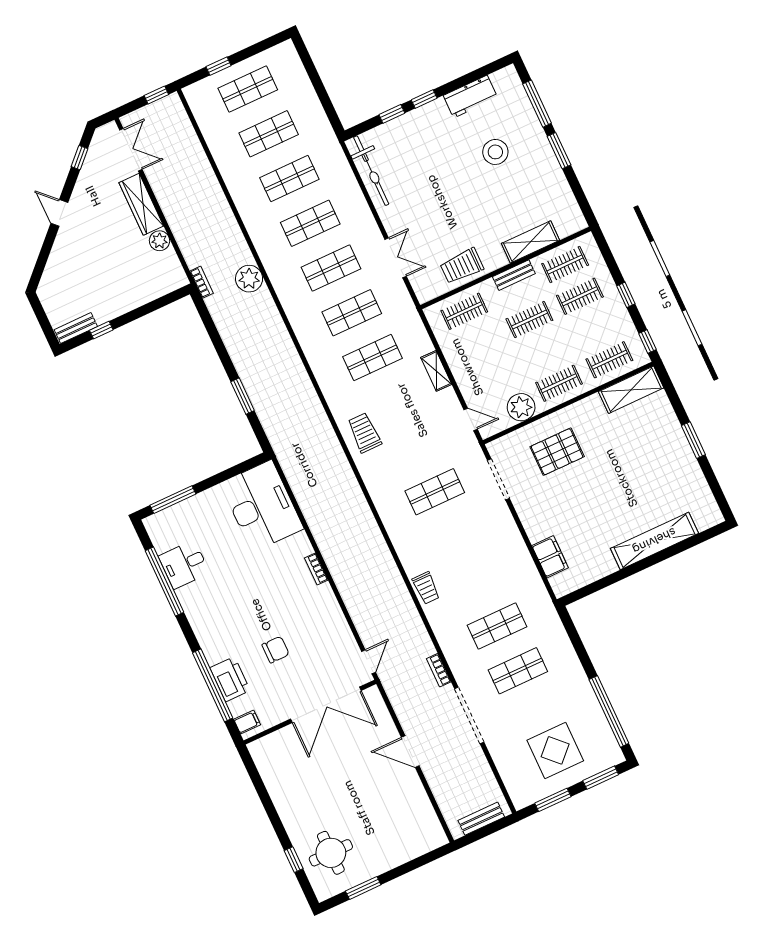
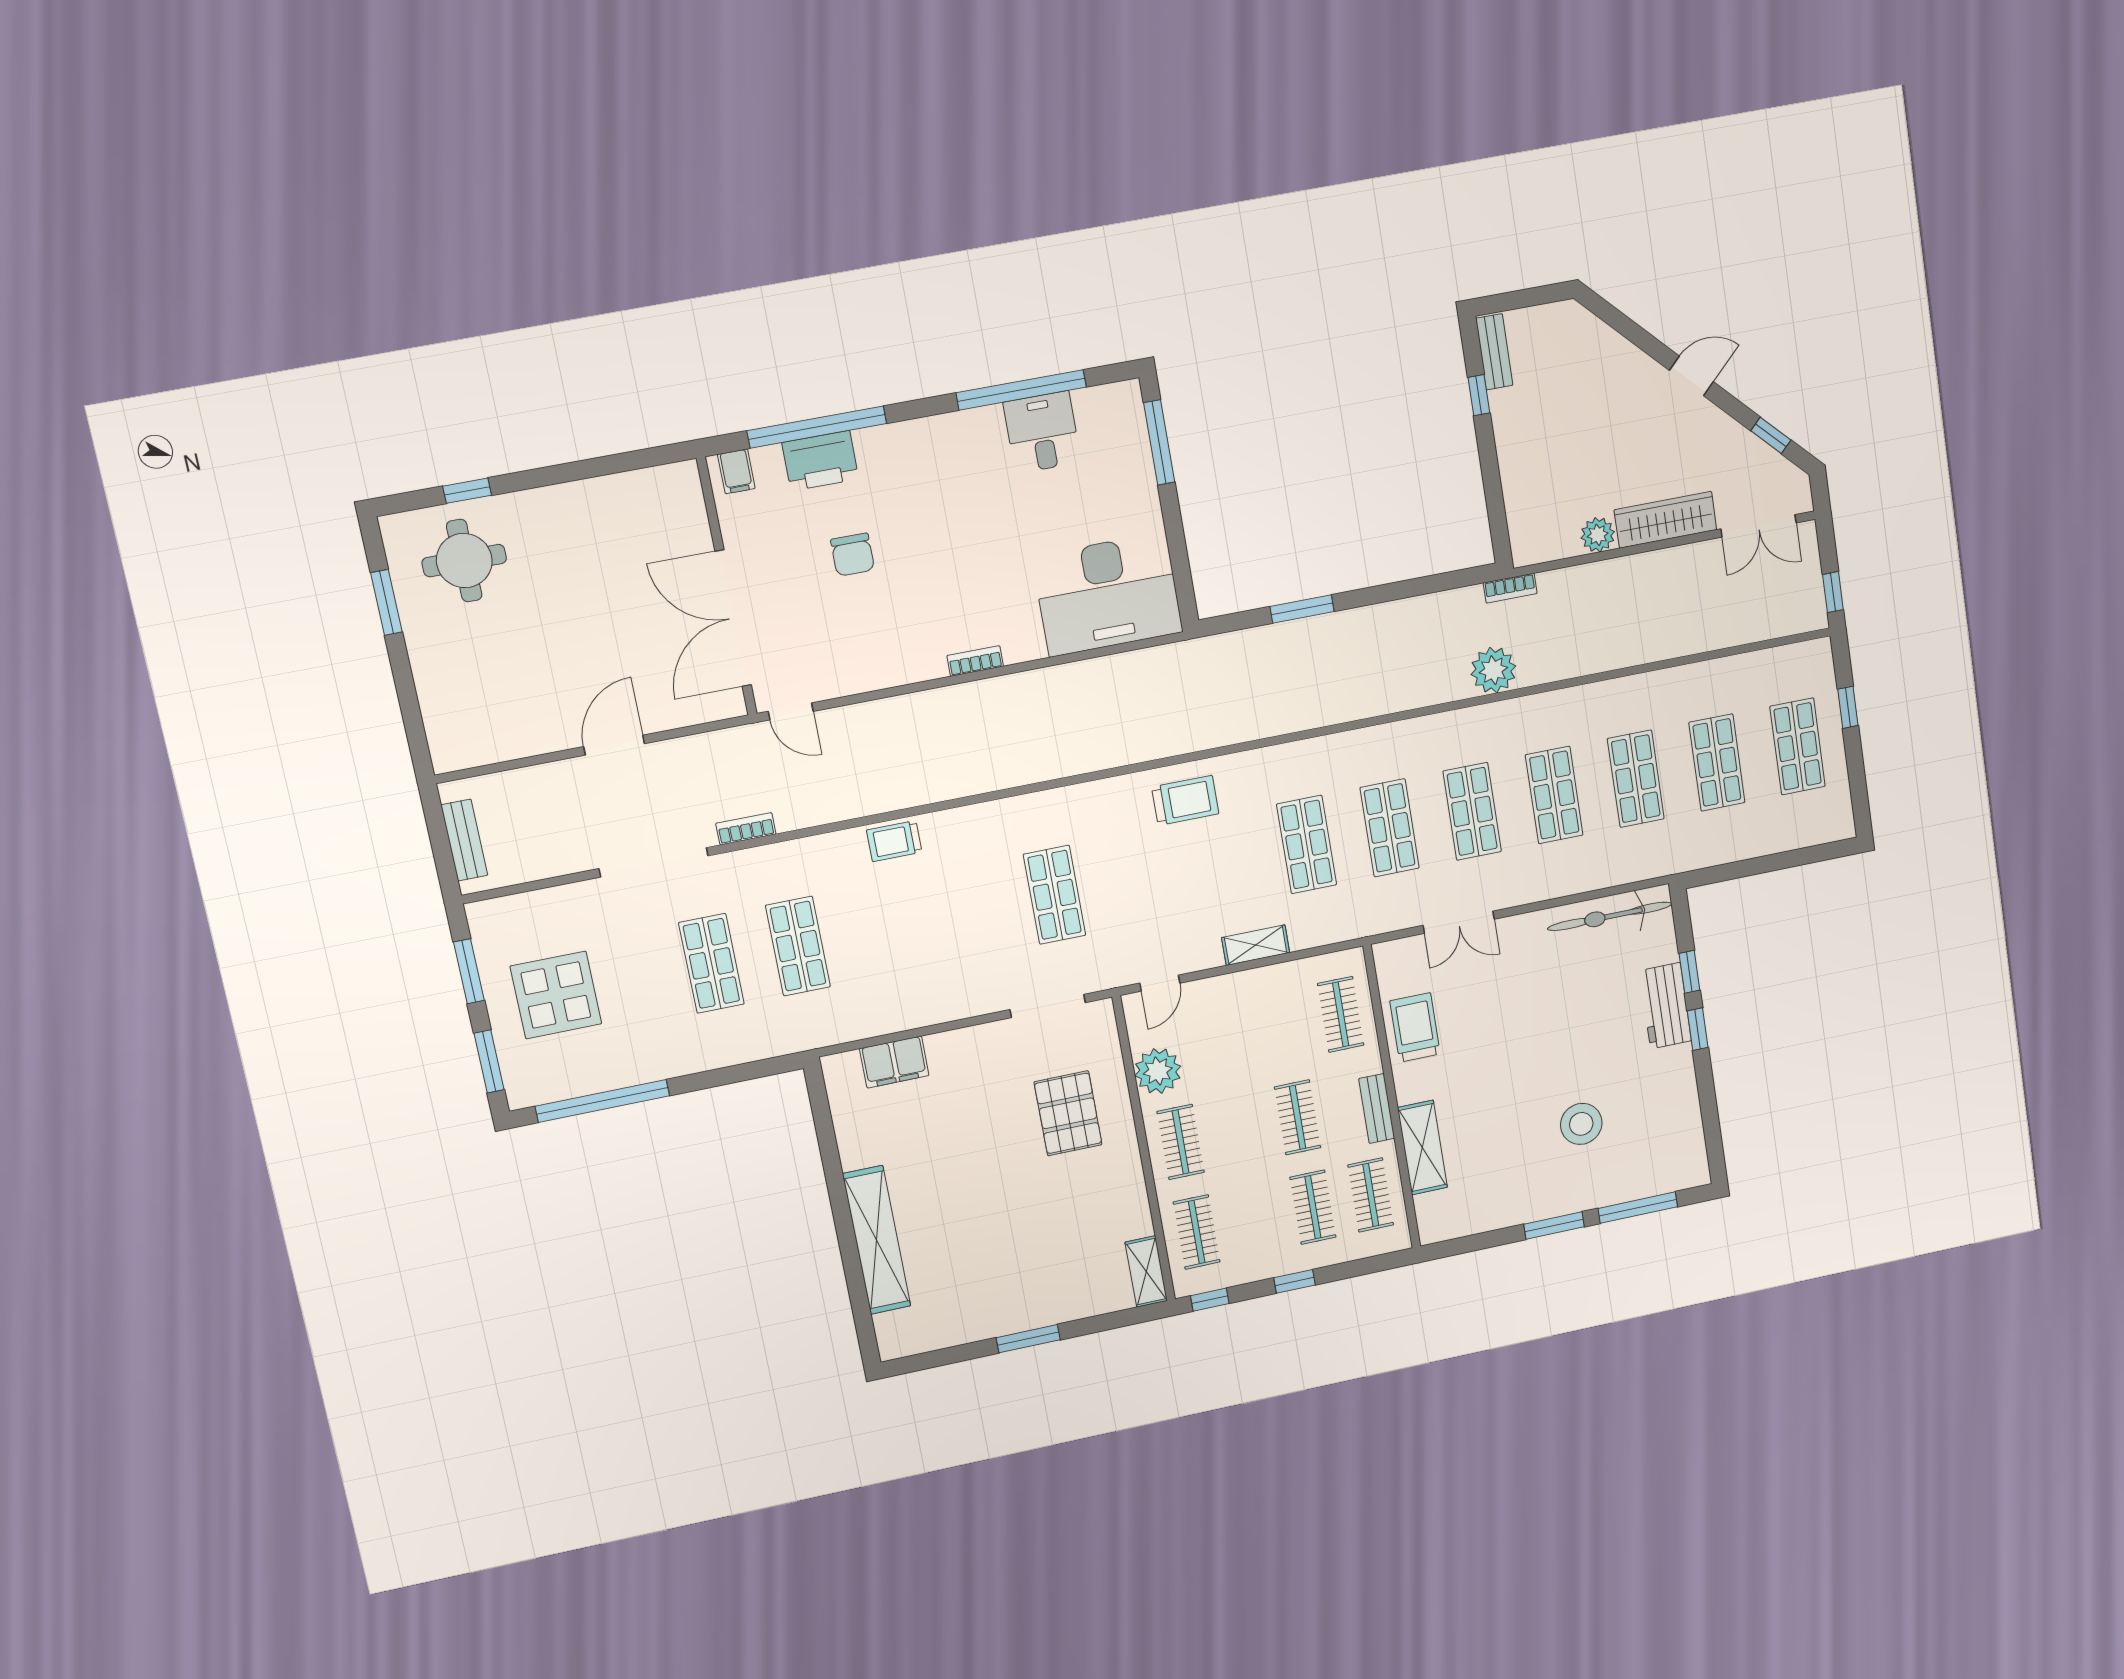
workbench: (470, 97) -> (1665, 1006), moved
shelving: (631, 390) -> (1146, 1272), width x0.67, depth x0.75

